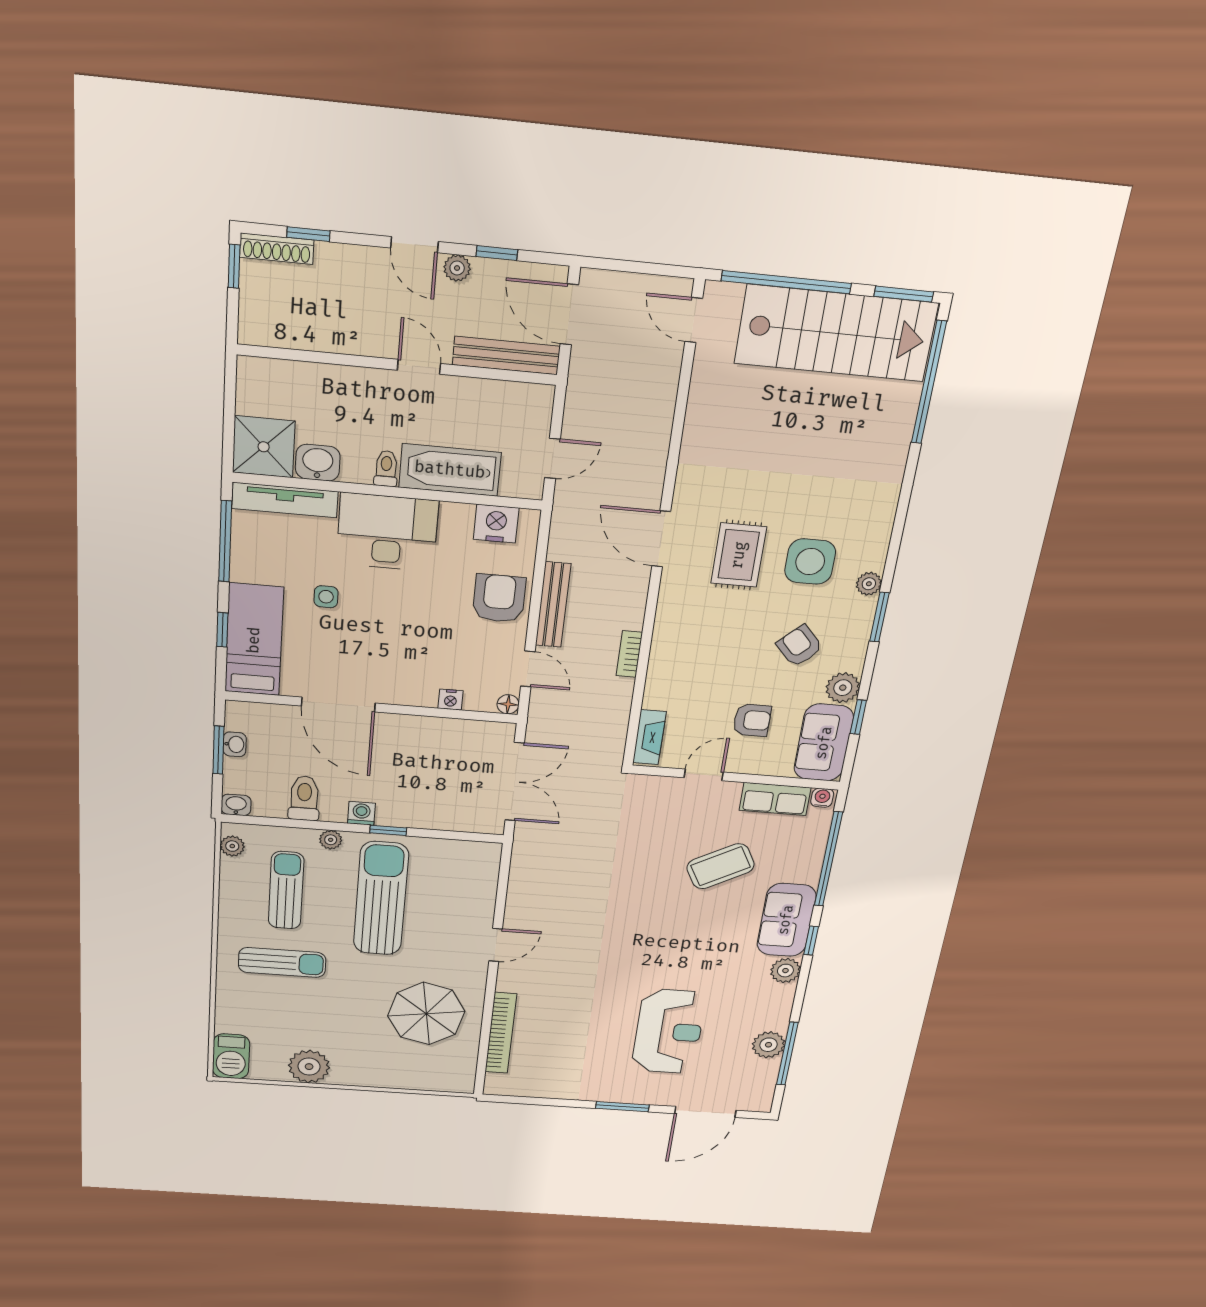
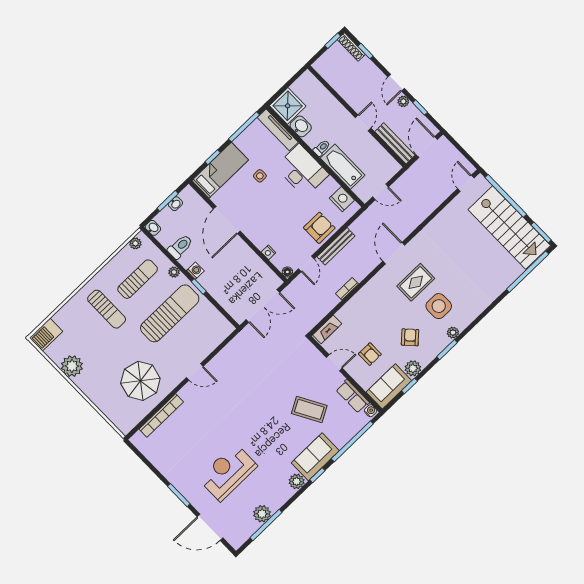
reception desk: (669, 1031) -> (228, 472), turned 180

